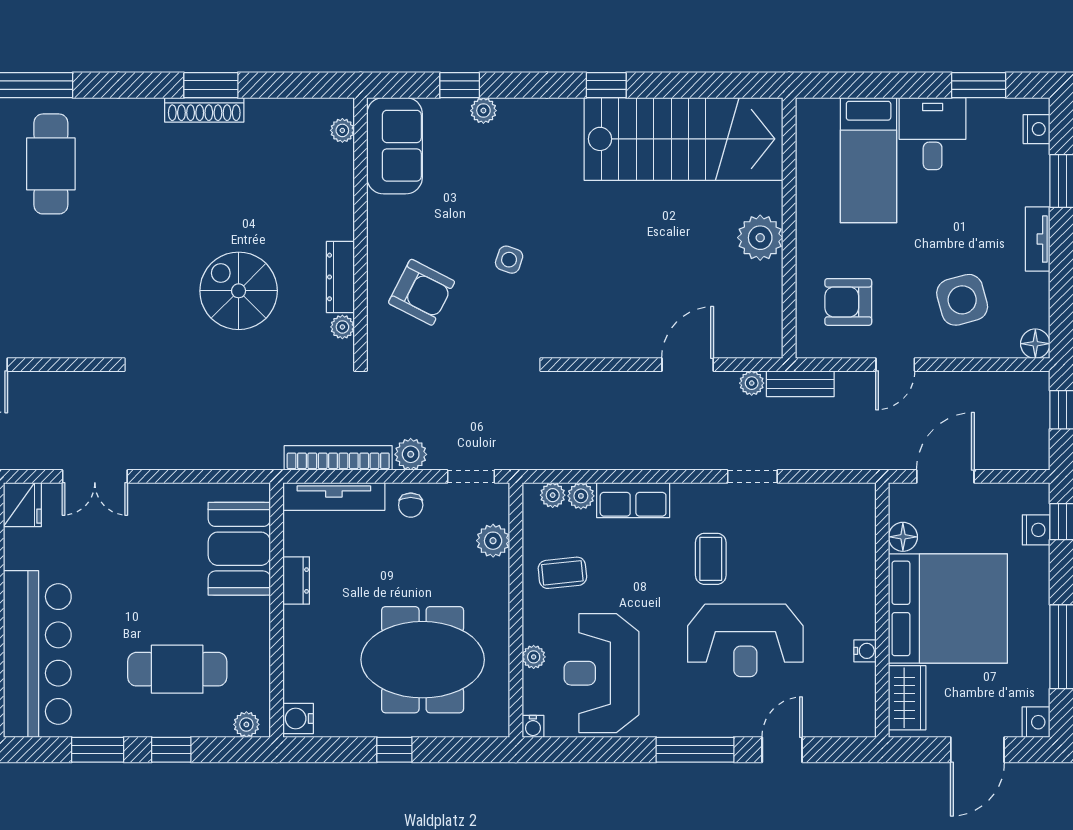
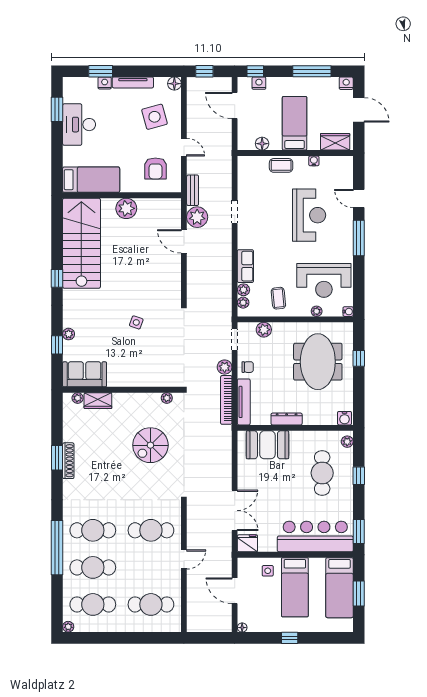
nightstand: (1037, 129) -> (105, 83), moved
desk: (933, 134) -> (79, 125), width x1.37
bed: (869, 160) -> (91, 180), moved
wardrobe: (337, 175) -> (98, 401), added
tv unit: (1038, 239) -> (133, 82), width x1.41
dresser: (340, 277) -> (144, 399), removed
cafe table: (51, 292) -> (151, 530), added
armchair: (422, 292) -> (151, 362), removed
plant: (752, 383) -> (197, 217), width x1.87, depth x1.87
double door: (95, 476) -> (235, 510), width x1.37
door: (945, 476) -> (235, 106), moved
coffee table: (711, 559) -> (281, 165), moved
dresser: (296, 581) -> (287, 419), width x1.44
bed: (948, 608) -> (295, 123), width x0.49
window: (98, 750) -> (359, 532), moved
window: (394, 750) -> (359, 358), moved

